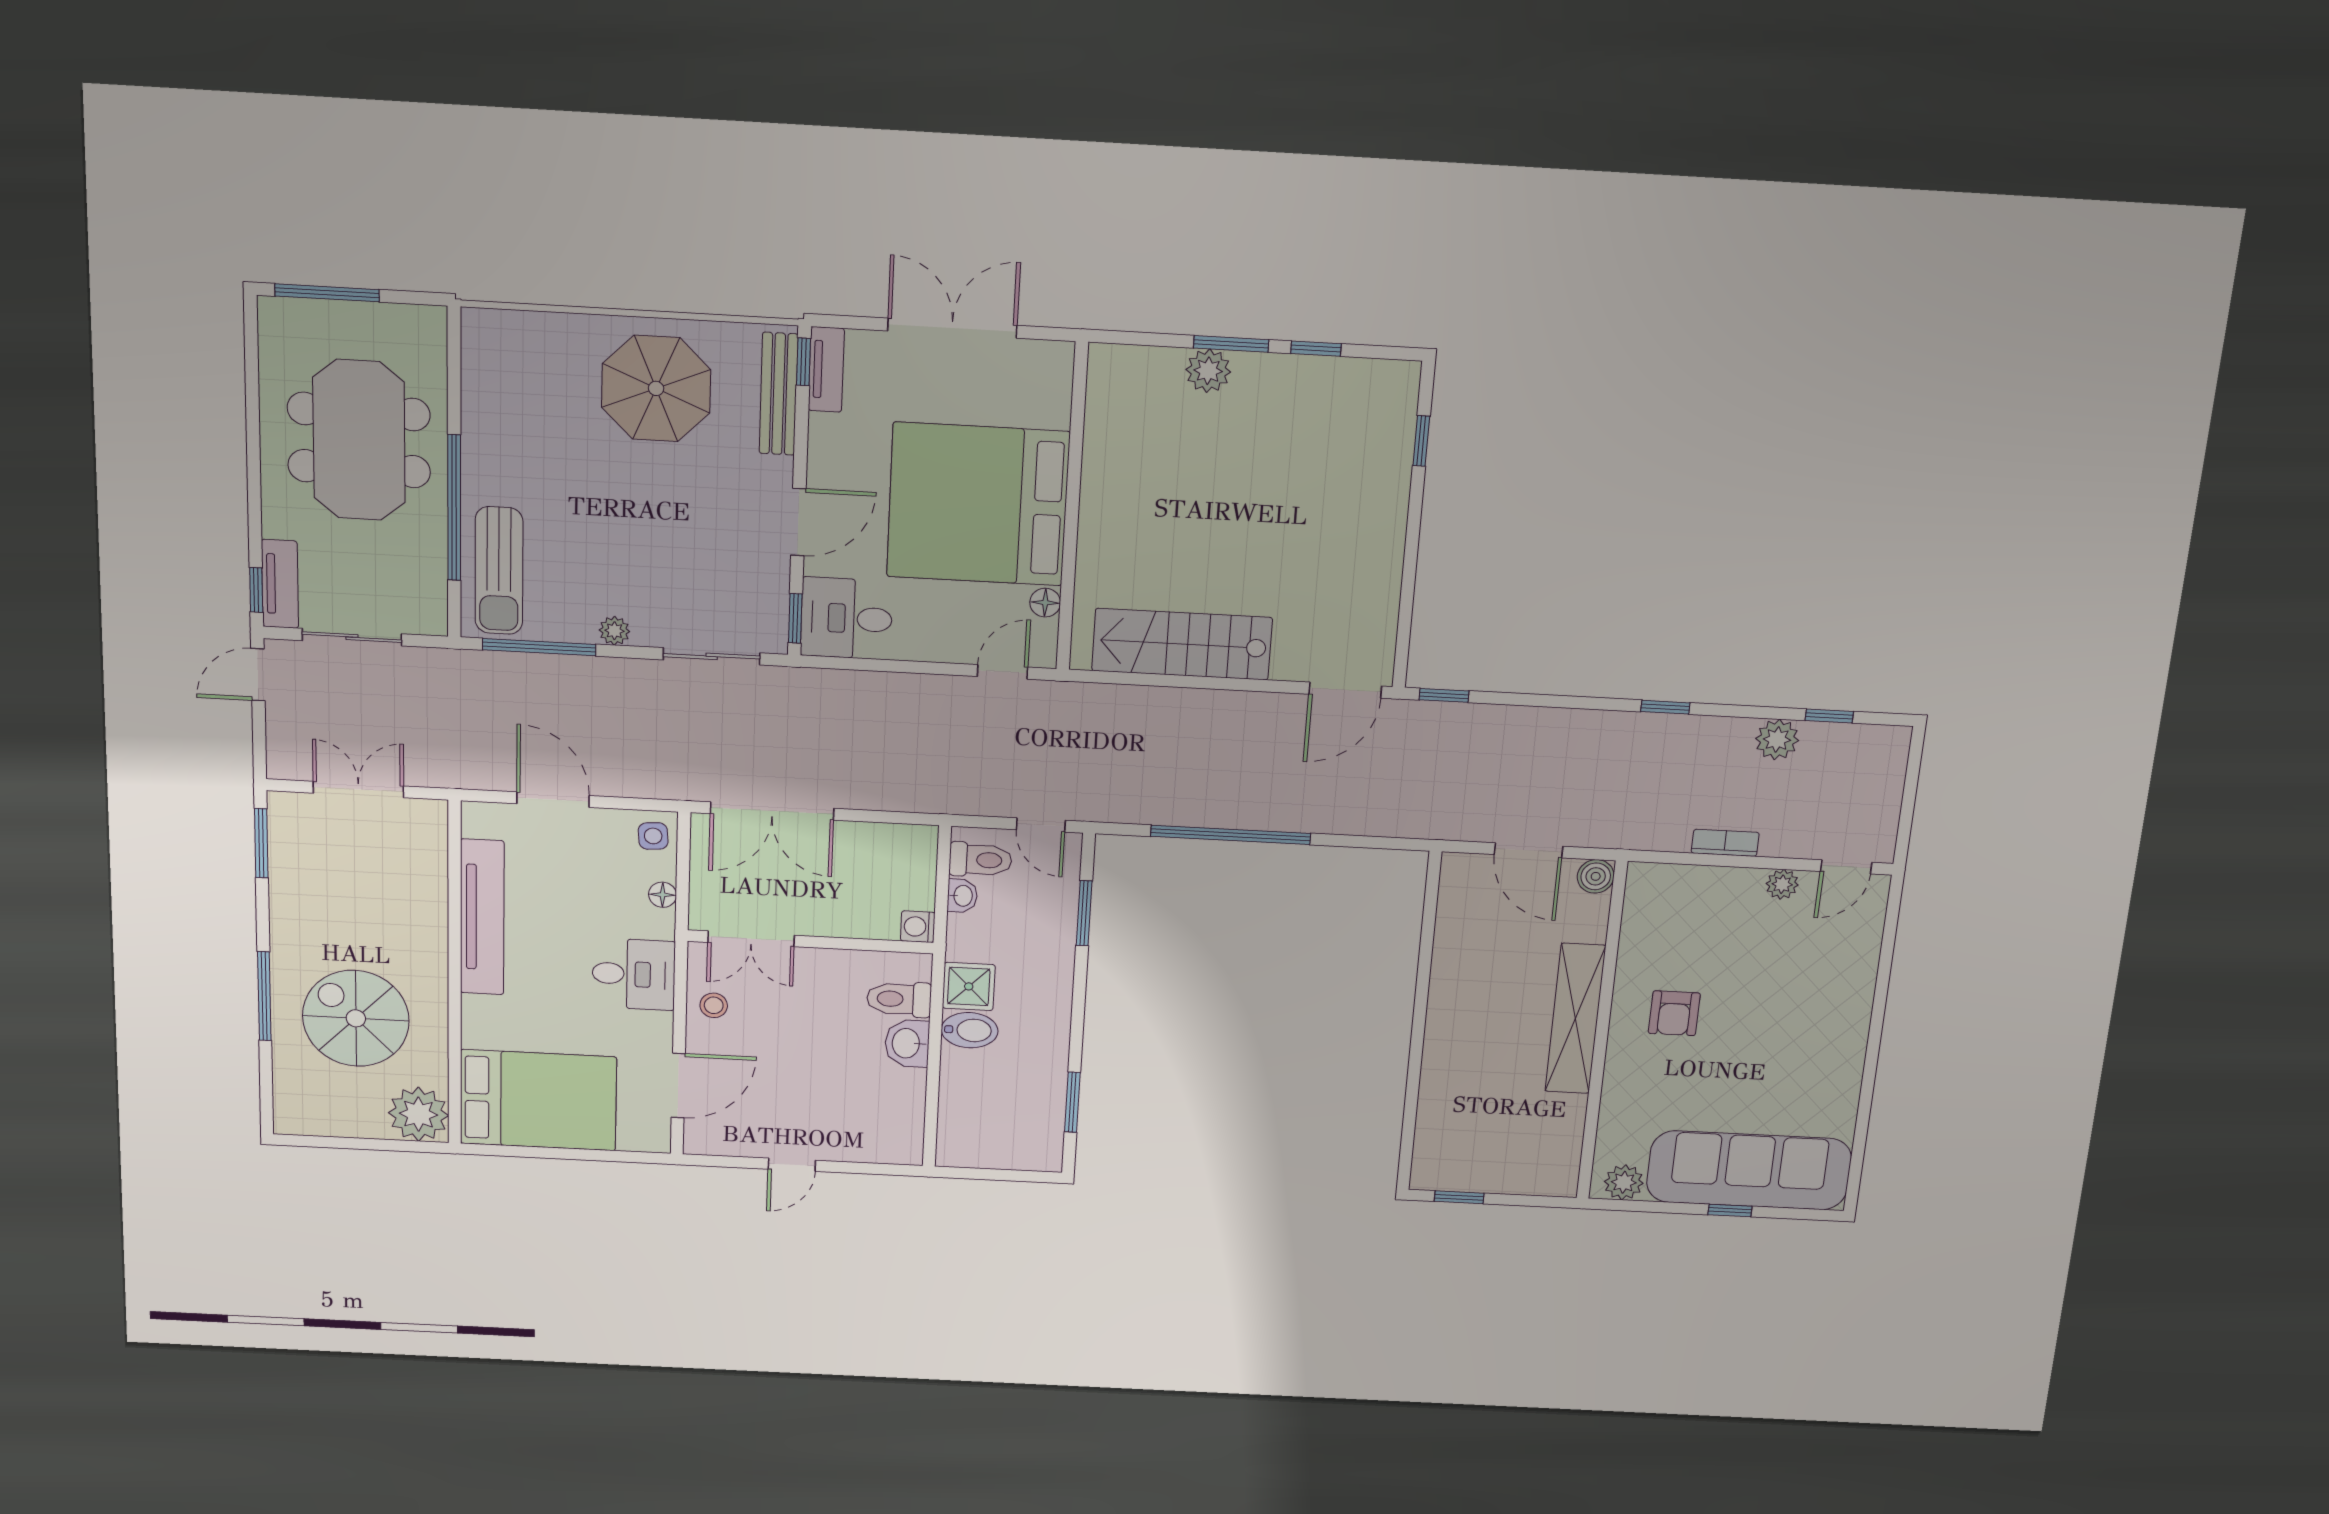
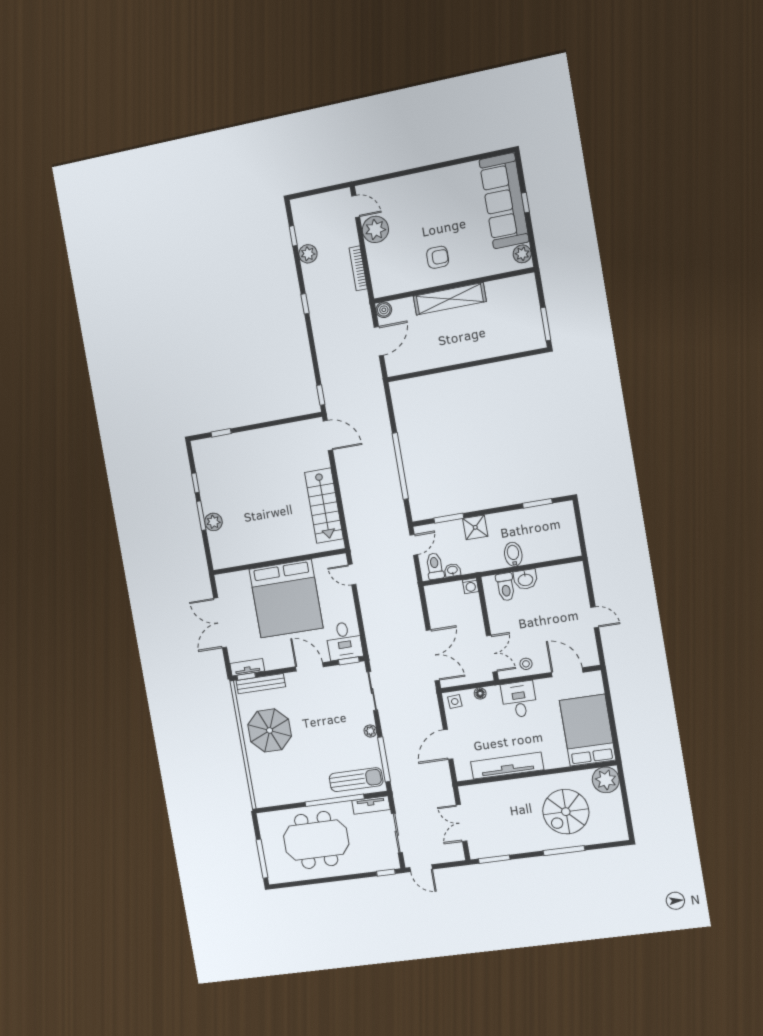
tv unit: (280, 584) -> (371, 805), moved, turned 180
floor lamp: (1045, 603) -> (319, 564), removed
bookcase: (1725, 843) -> (358, 268), width x1.56
plant: (1782, 884) -> (375, 229), width x1.88, depth x1.88
shower: (969, 986) -> (475, 527), moved
window: (1459, 1197) -> (546, 324), width x1.50

